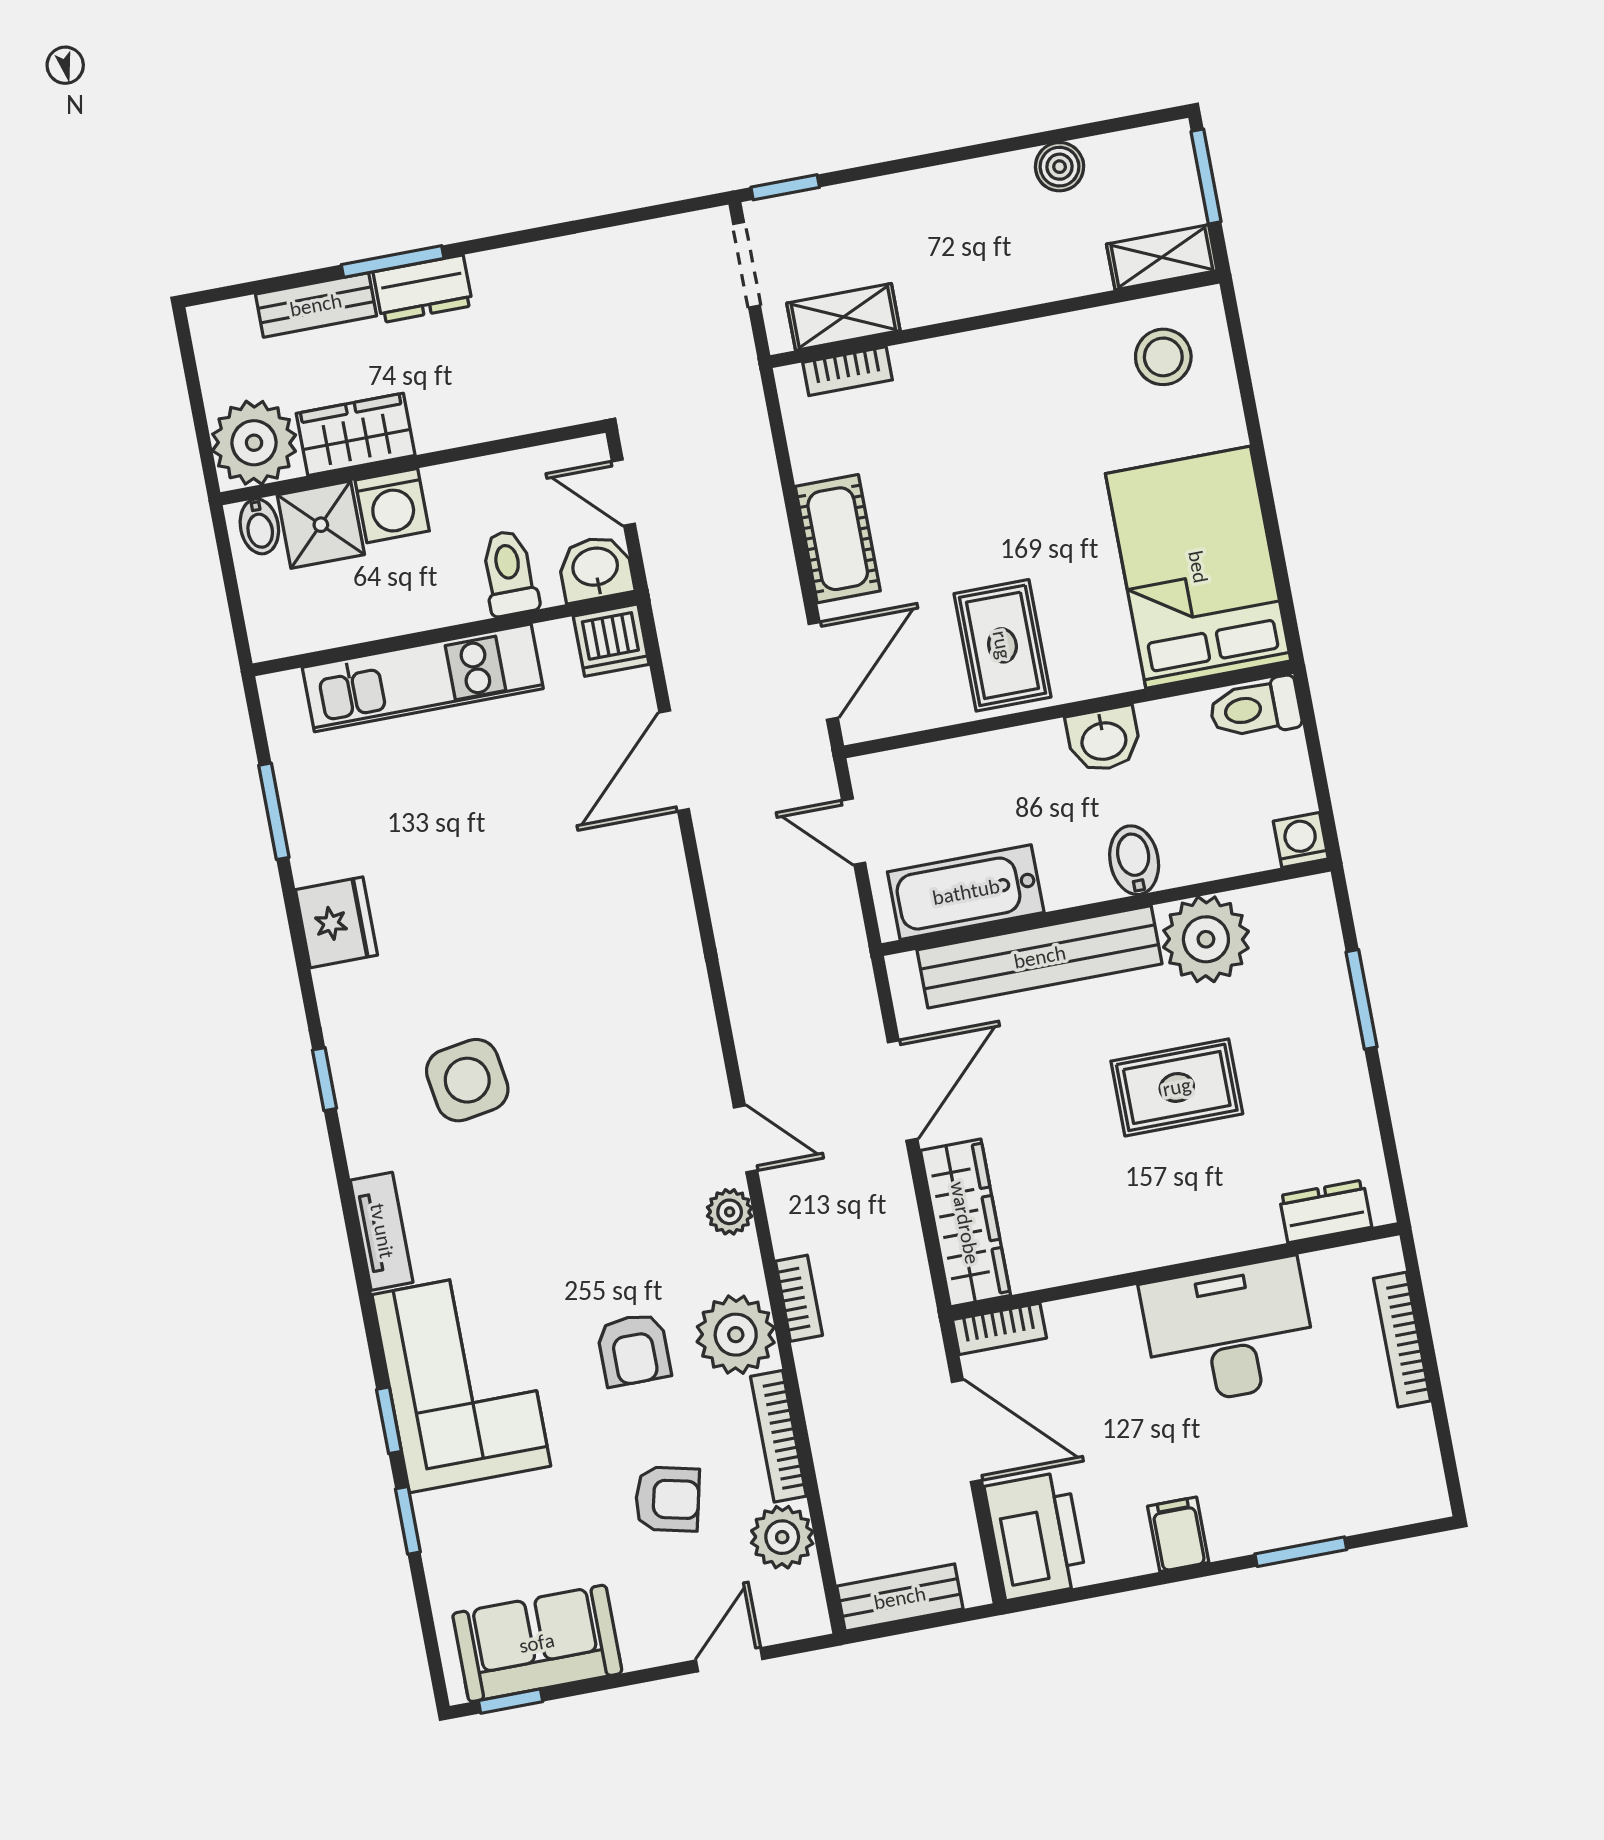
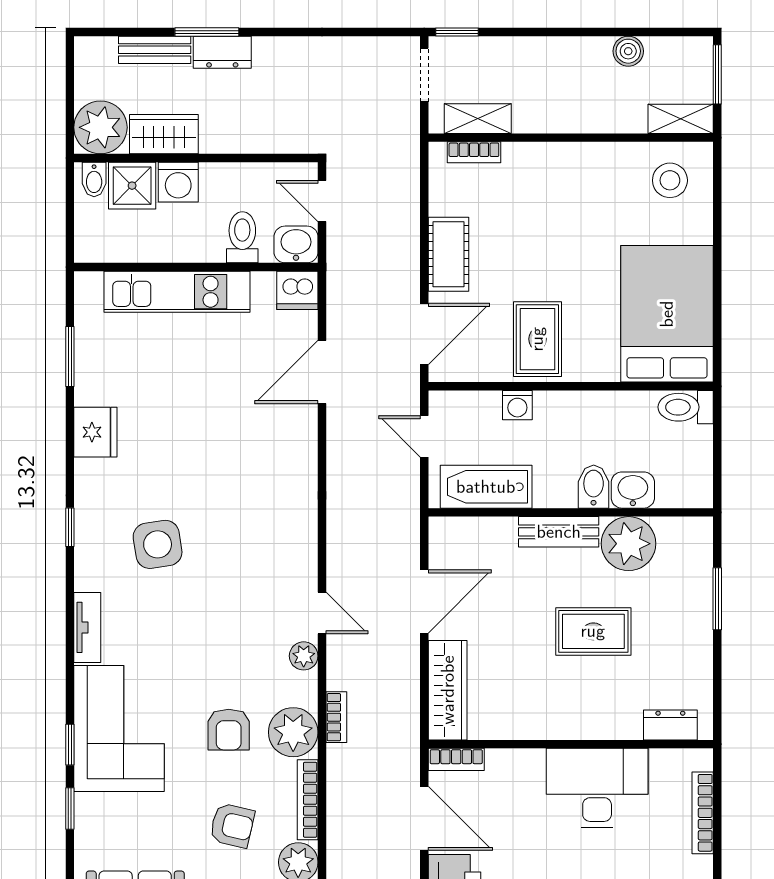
washbasin: (1104, 739) -> (633, 490), moved, turned 180
washing machine: (1301, 840) -> (517, 405), moved, turned 180
bench: (1040, 957) -> (559, 532), width x0.54, depth x0.82

